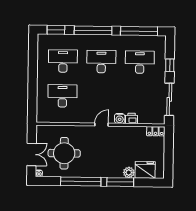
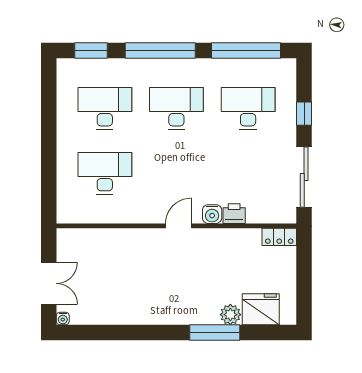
round table: (64, 153) -> (109, 280), removed
window: (81, 181) -> (141, 333), removed

